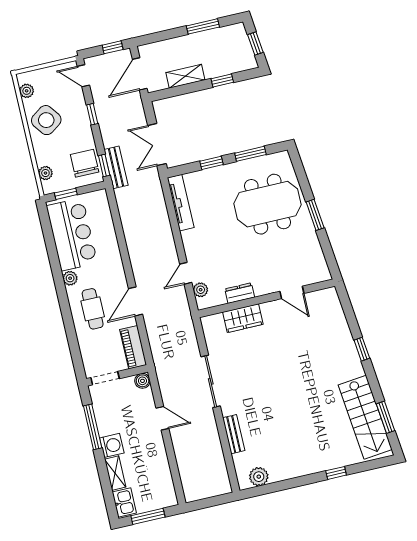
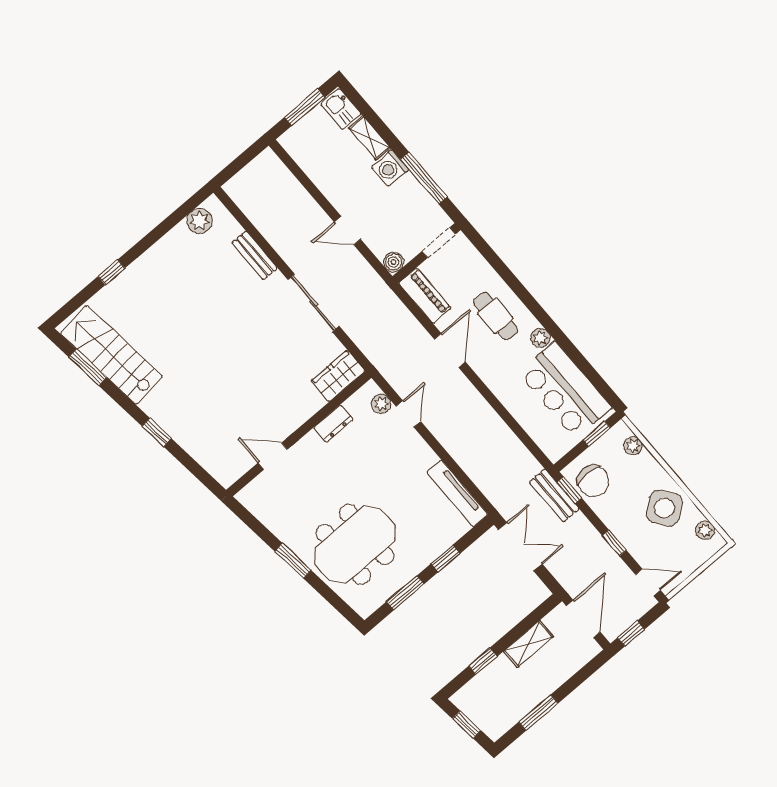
wardrobe: (243, 318) -> (338, 376), moved

